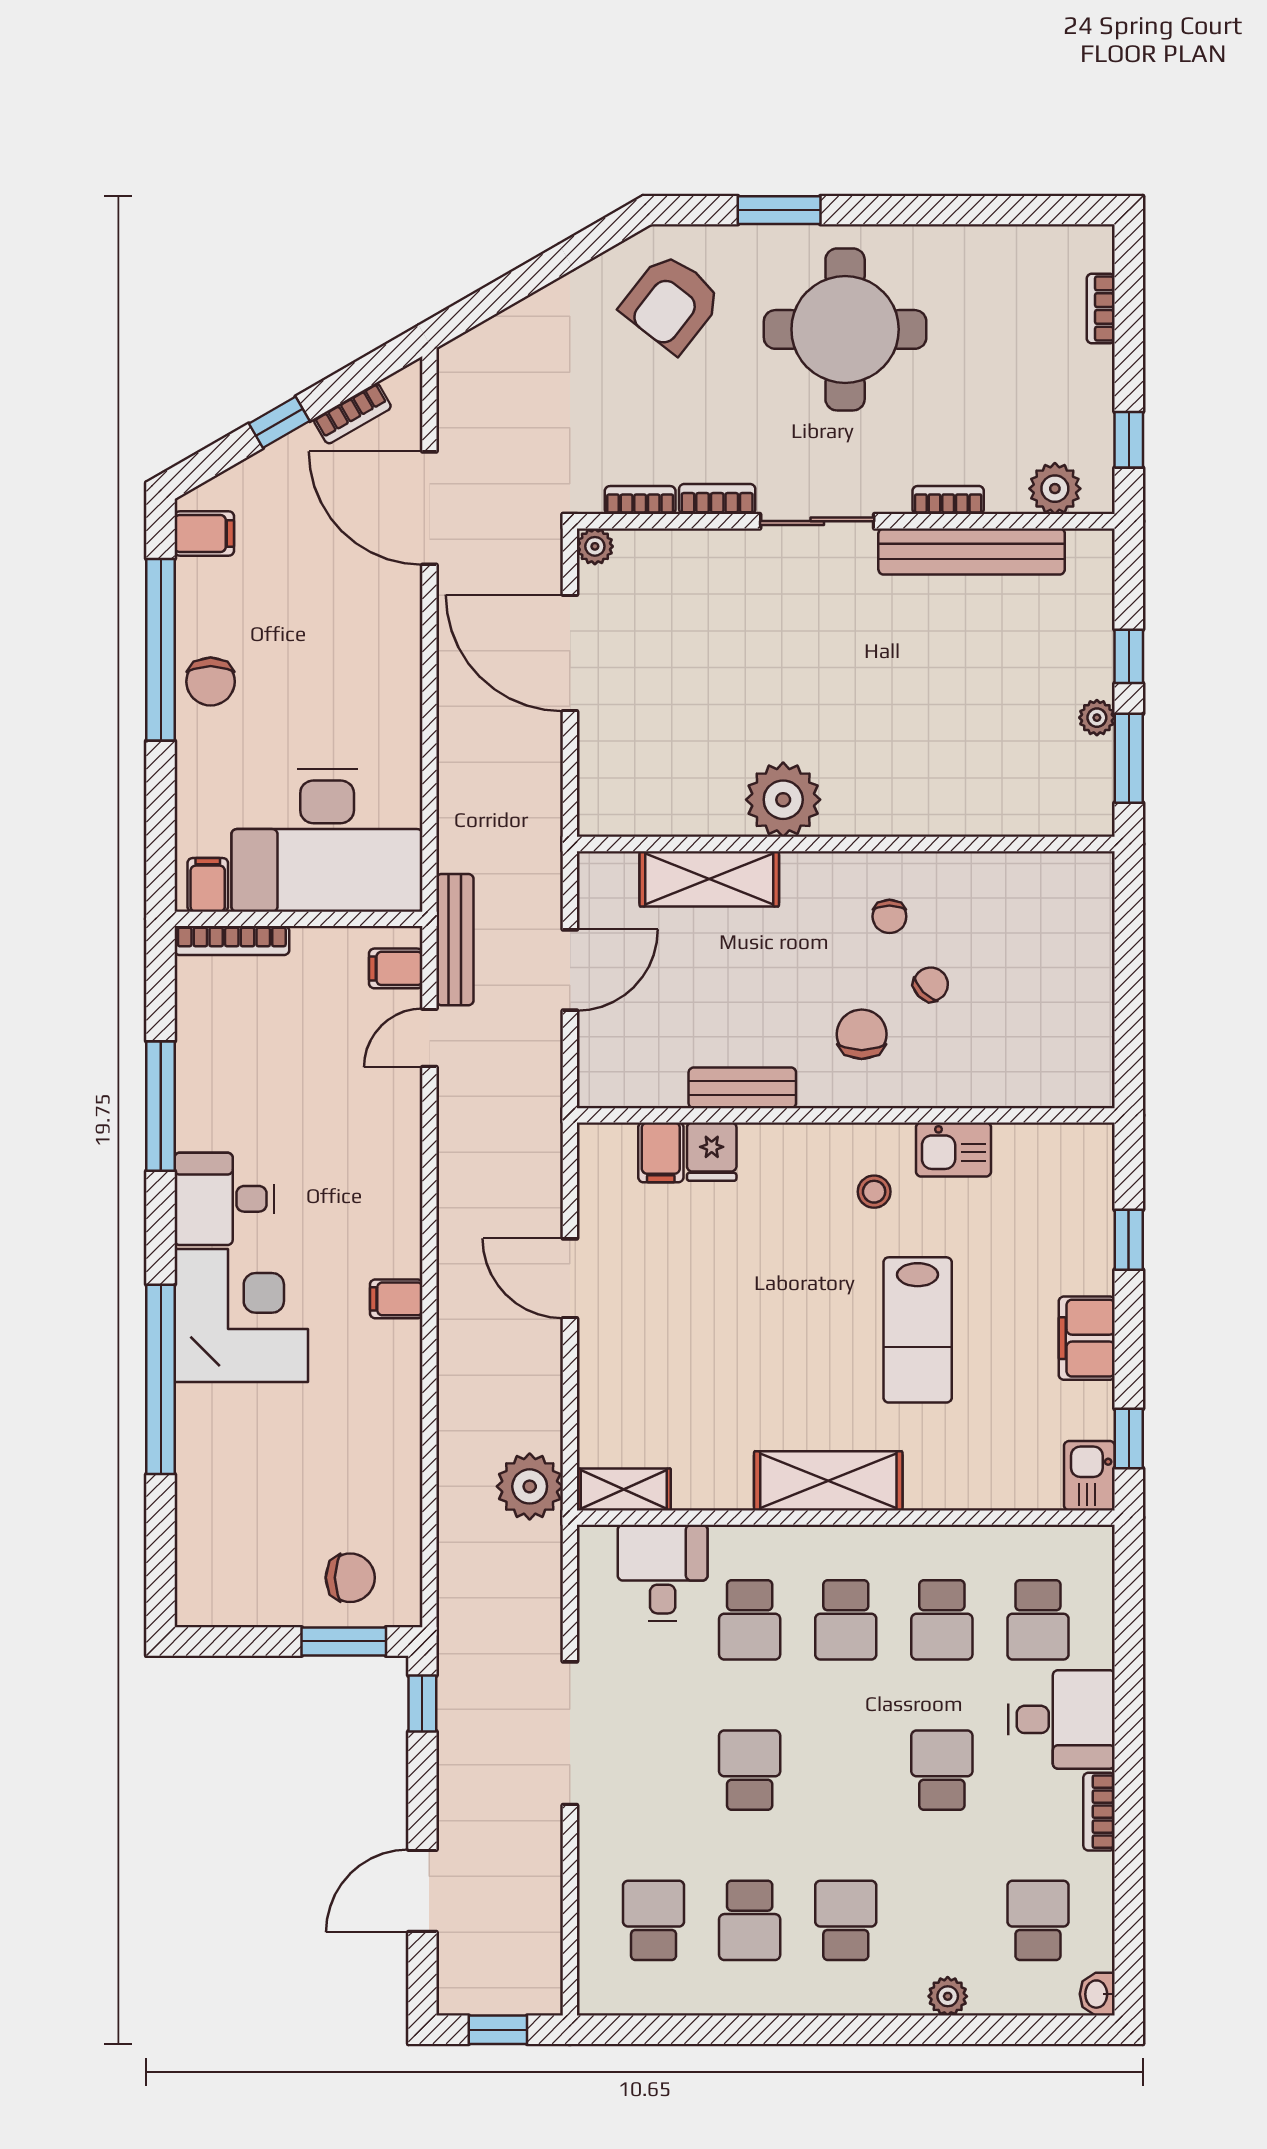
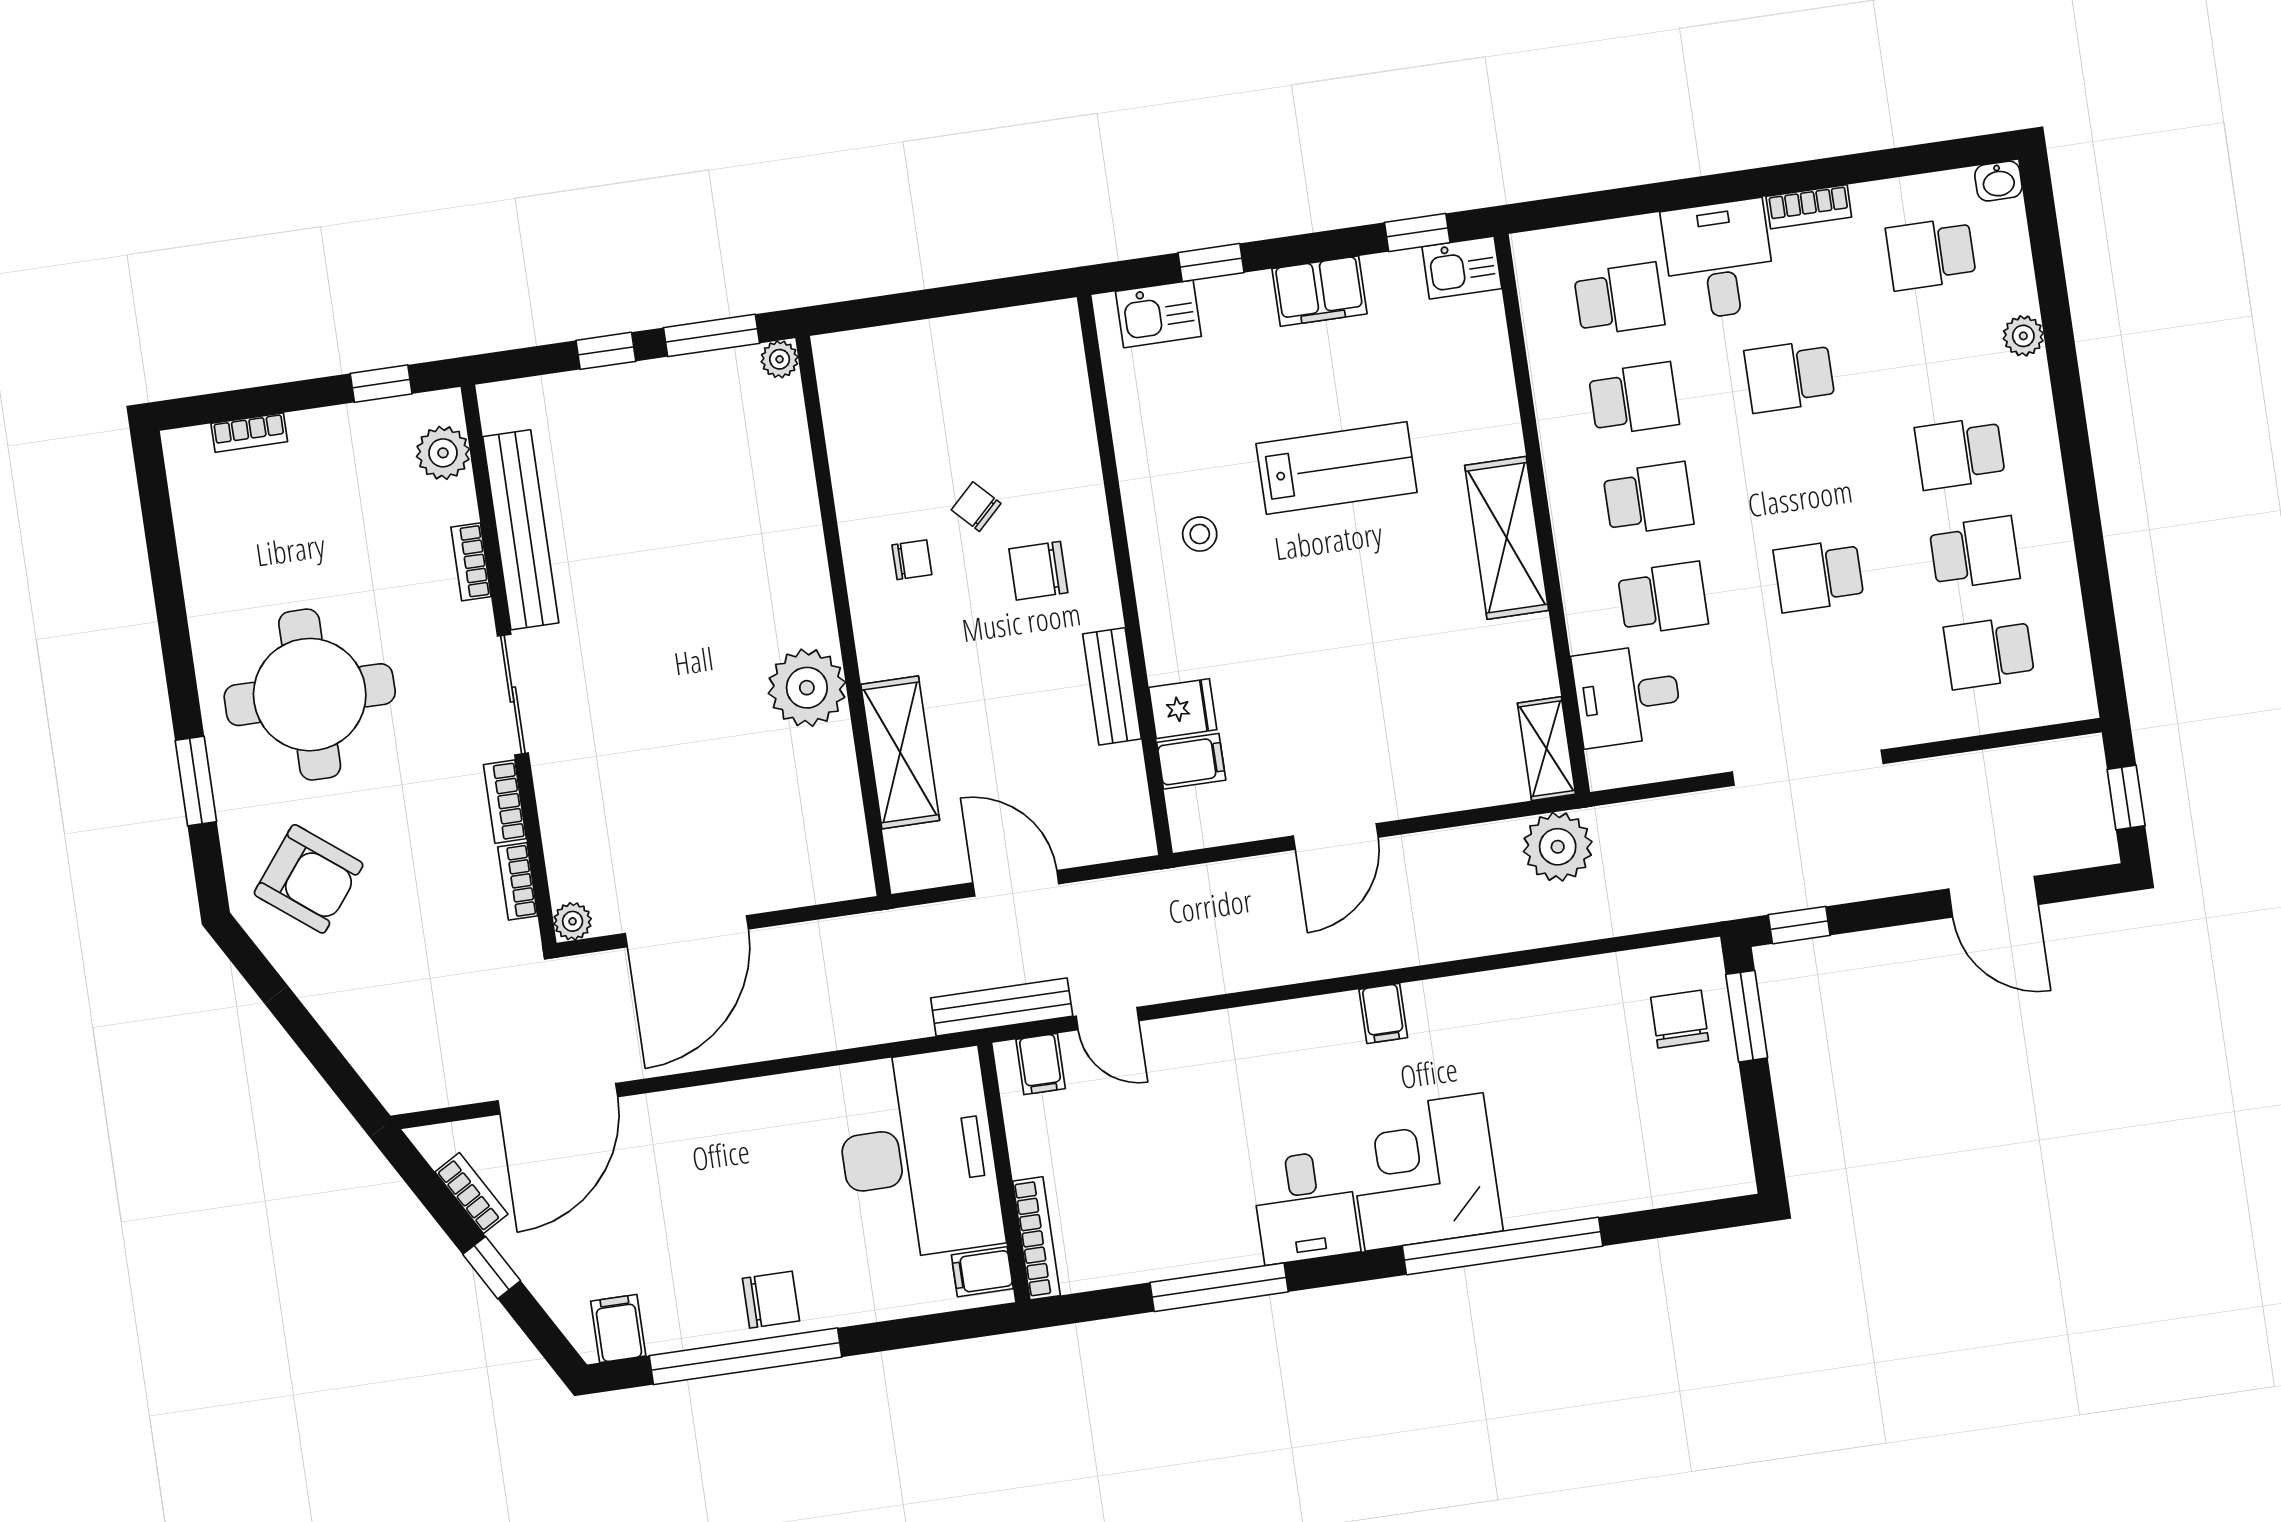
plant: (1097, 718) -> (780, 359), moved
kitchen sink: (954, 1149) -> (1158, 314), moved, turned 90

